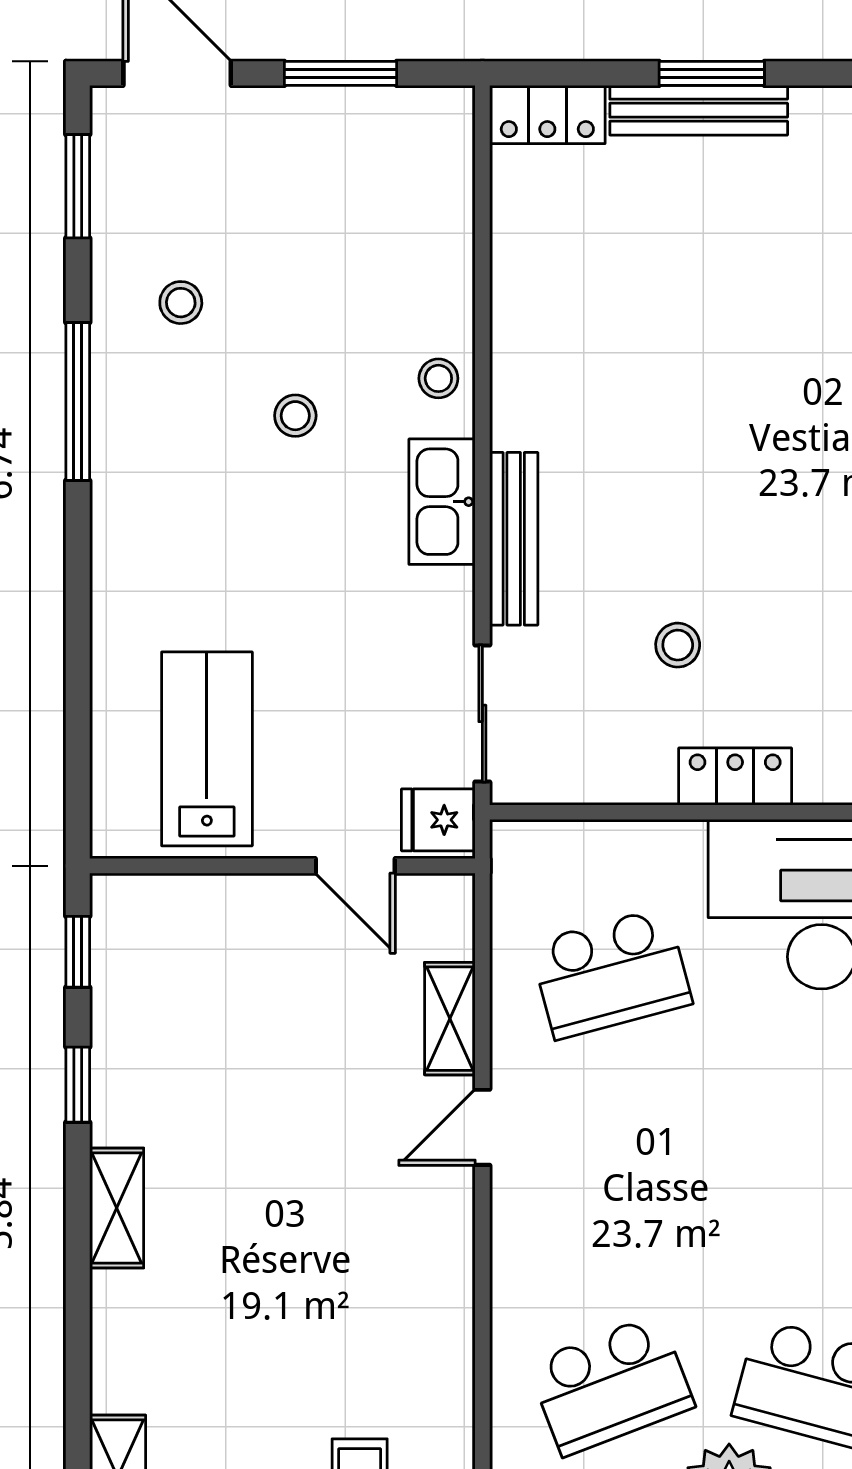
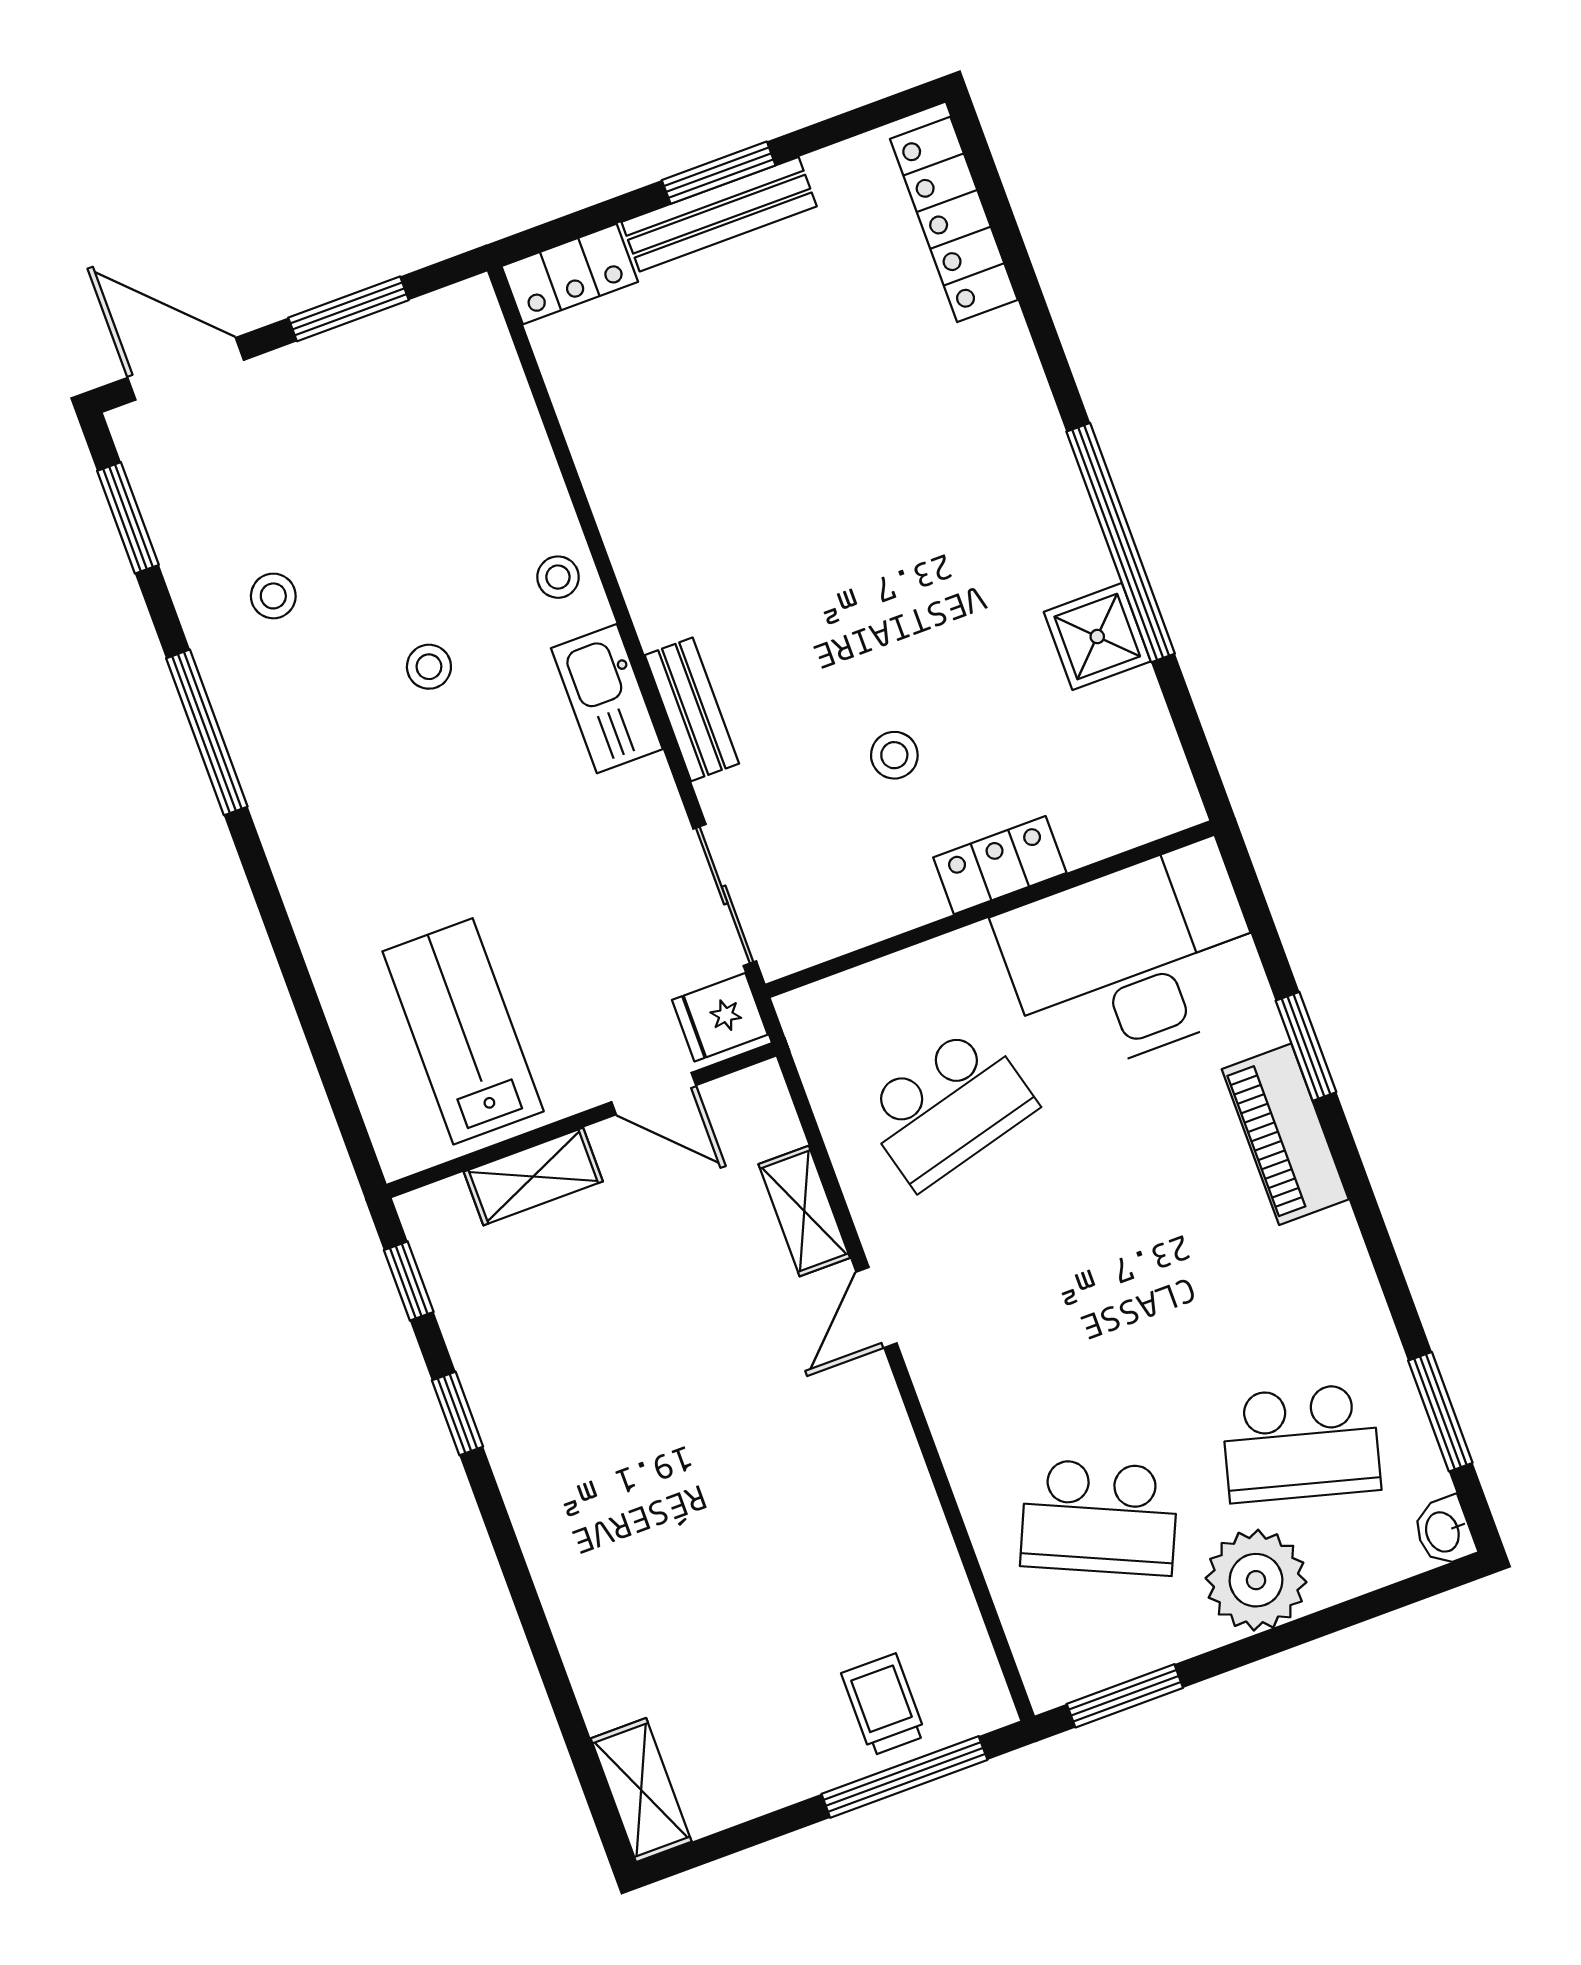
bench: (514, 539) -> (692, 709), width x0.73
shelving: (117, 1208) -> (533, 1177), moved, turned 90
school desk: (611, 1385) -> (1099, 1517), turned 45

